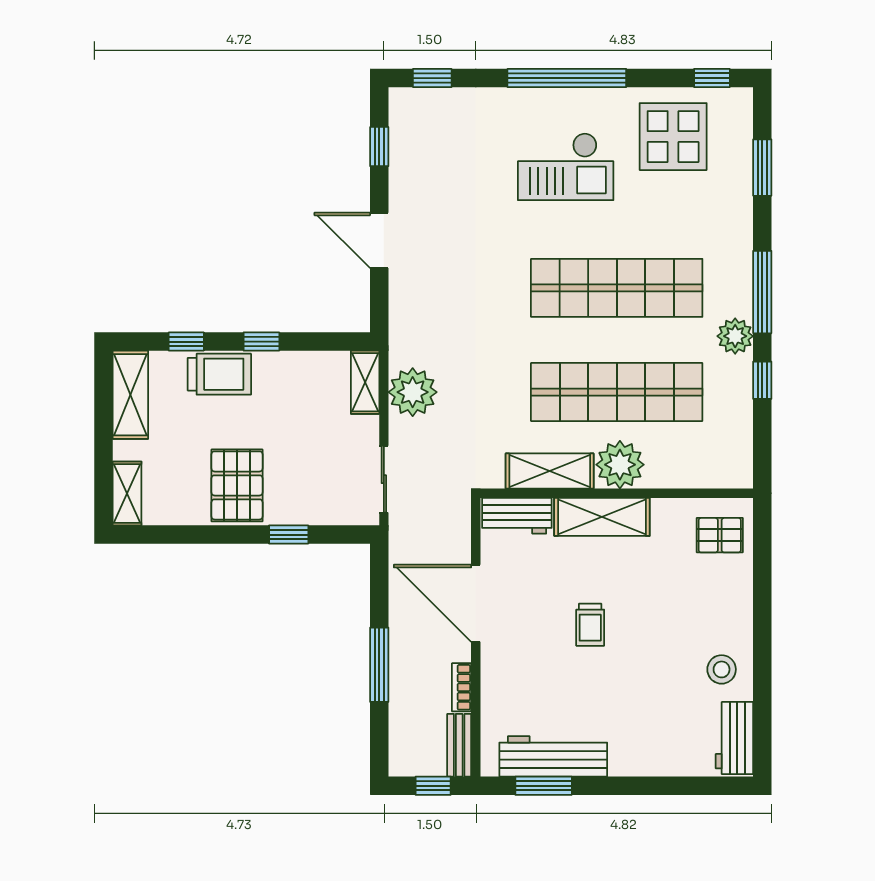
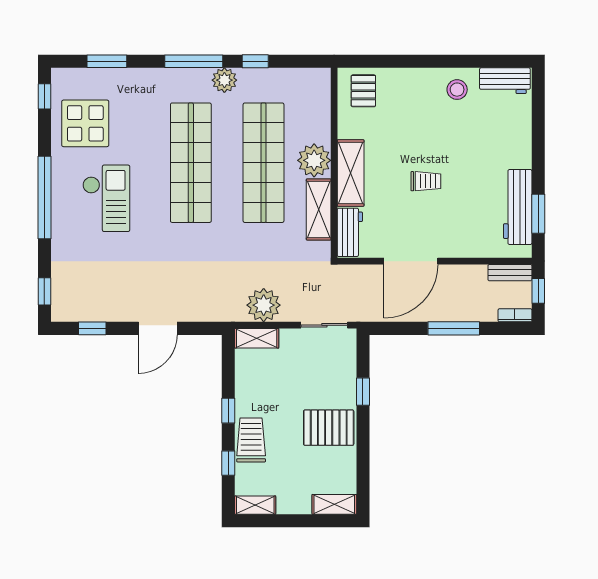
shelving: (130, 395) -> (255, 505), width x0.67, depth x0.75
bookcase: (462, 687) -> (515, 315), moved, turned 180

